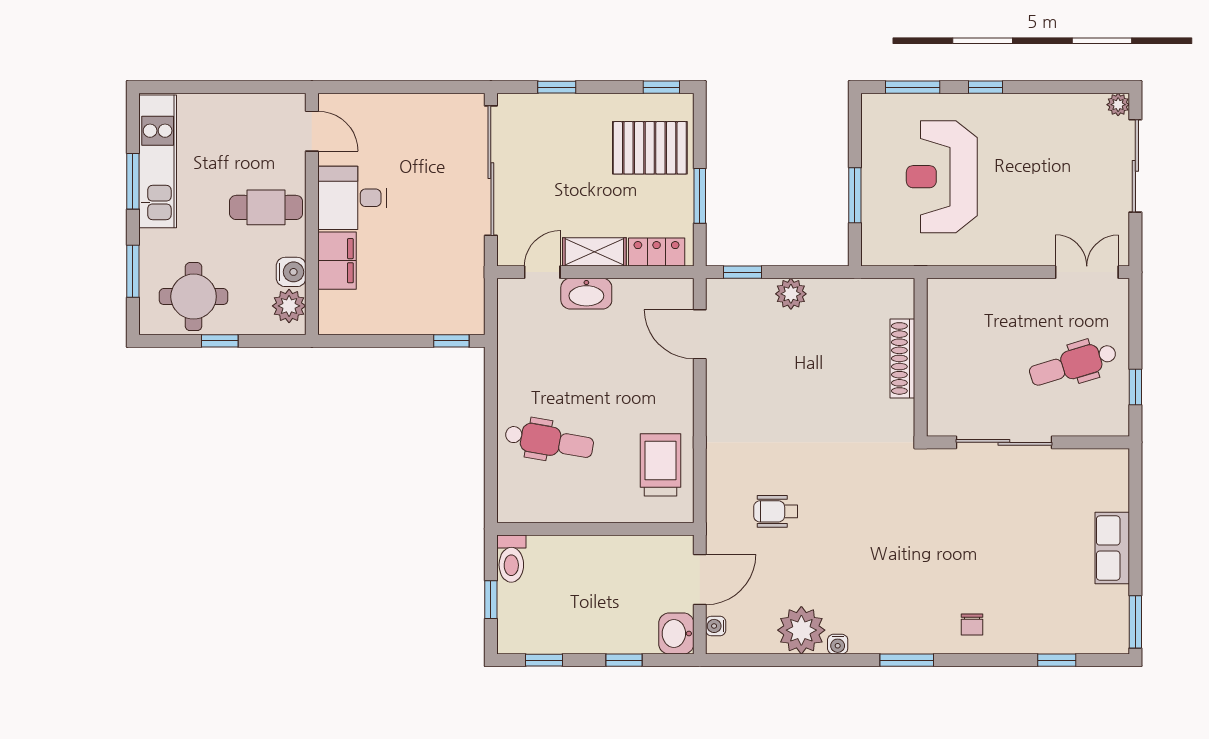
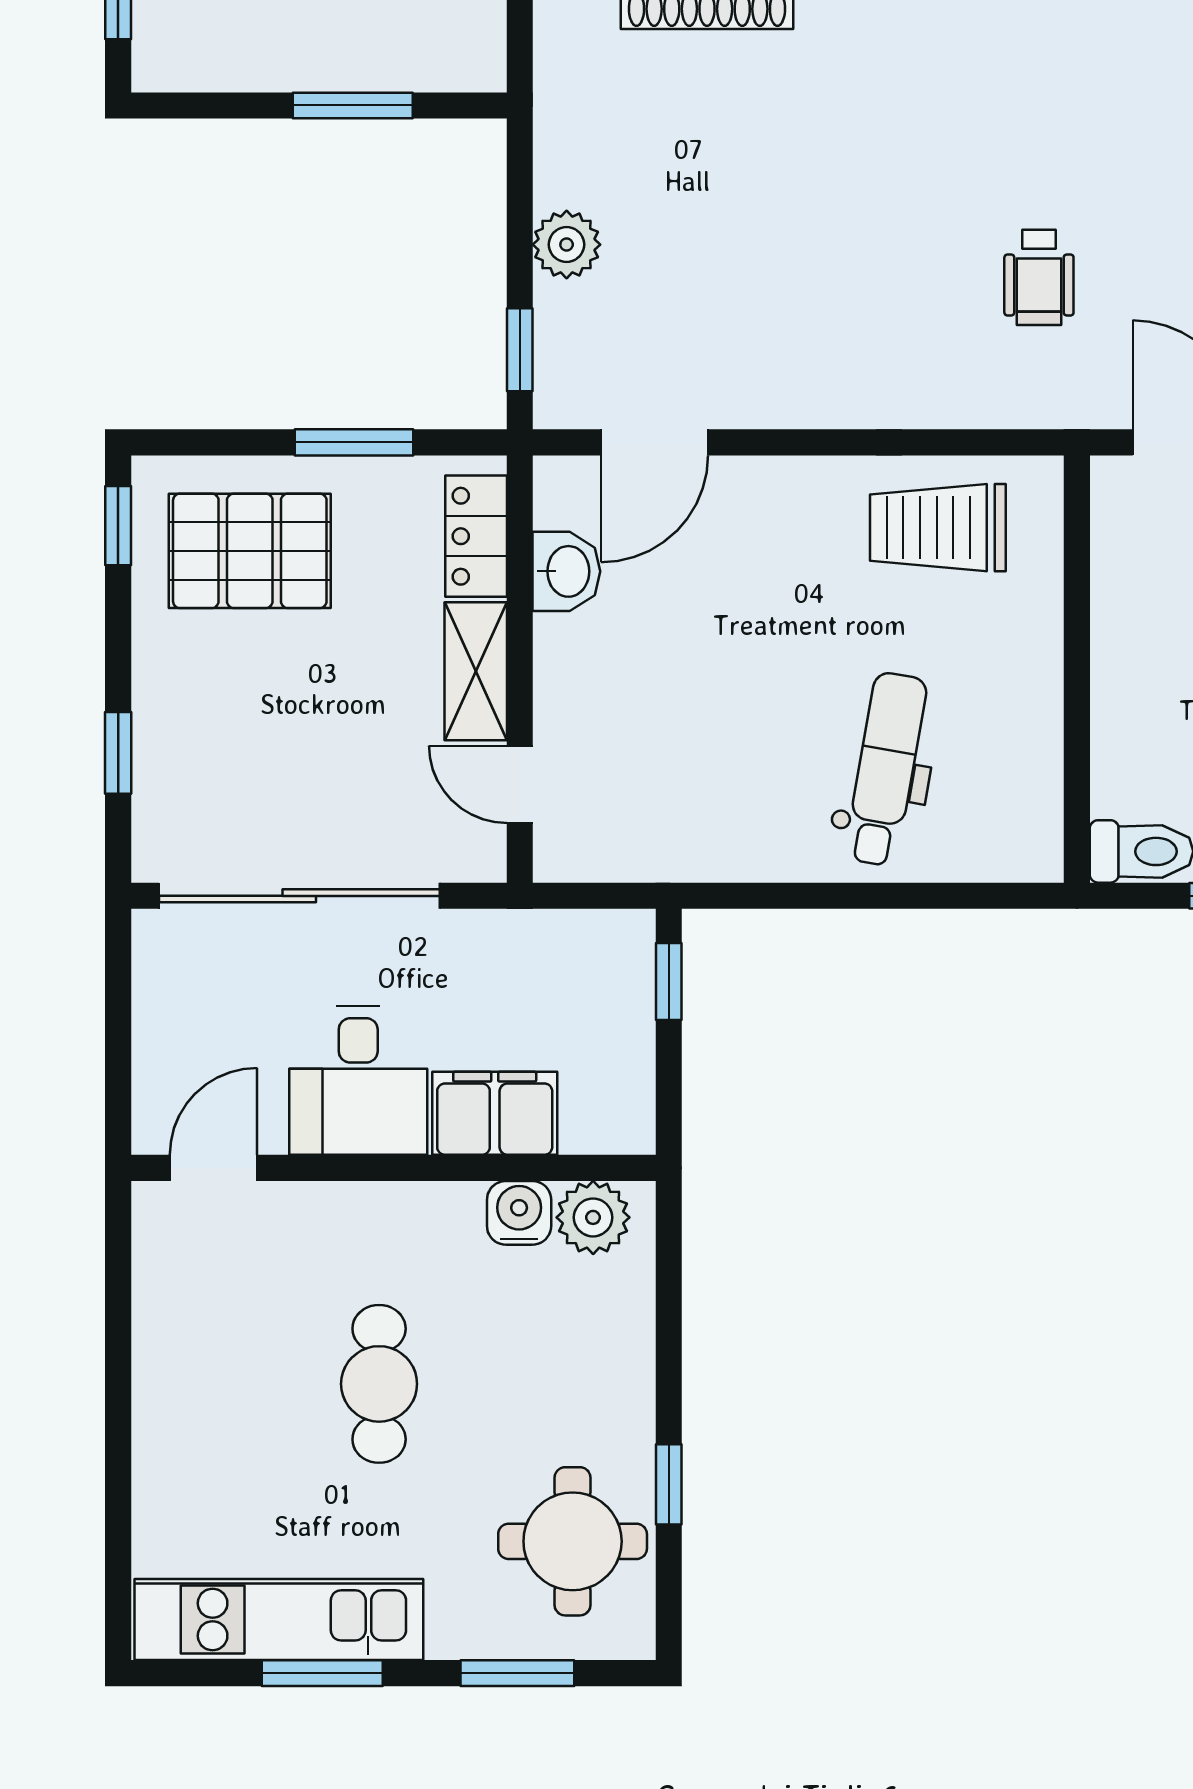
door: (312, 131) -> (213, 1168), moved
pallet: (650, 148) -> (250, 551), turned 90
desk: (352, 198) -> (358, 1081), moved
wall: (312, 214) -> (393, 1168), moved
filing cabinet: (337, 261) -> (495, 1113), moved
water cooler: (291, 272) -> (519, 1213), moved
washbasin: (586, 294) -> (566, 571), moved, width x0.72
plant: (289, 306) -> (593, 1217), moved

